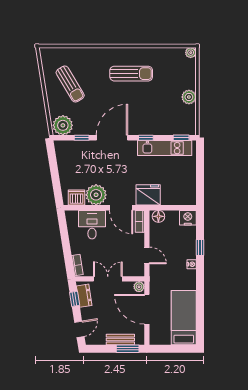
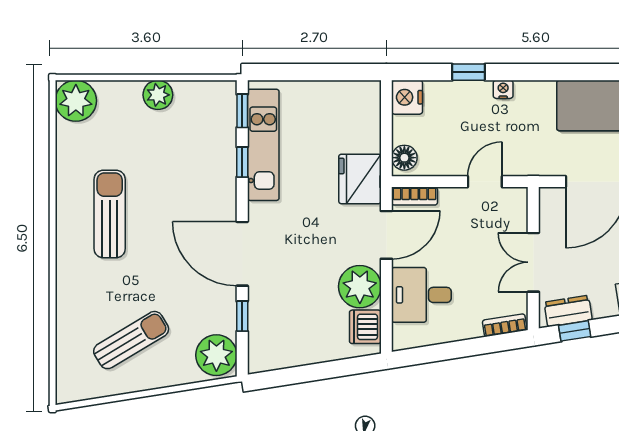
plant: (191, 53) -> (76, 101), width x1.88, depth x1.88
window: (146, 138) -> (242, 162), moved
plant: (139, 287) -> (549, 198), removed

